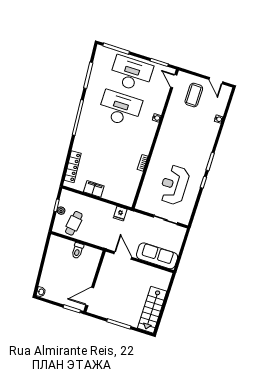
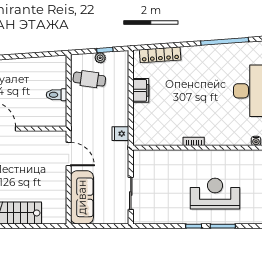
reception desk: (174, 185) -> (215, 194), moved
door: (123, 256) -> (69, 154), hinge flipped

